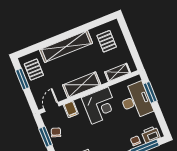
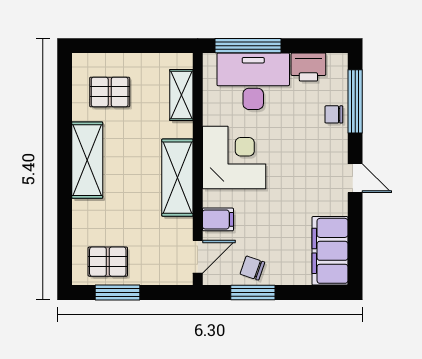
shelving: (66, 46) -> (87, 160), width x0.68
window: (150, 92) -> (248, 46), width x1.44
door: (51, 107) -> (198, 257), swing flipped
printer: (151, 135) -> (308, 67), moved, turned -90

